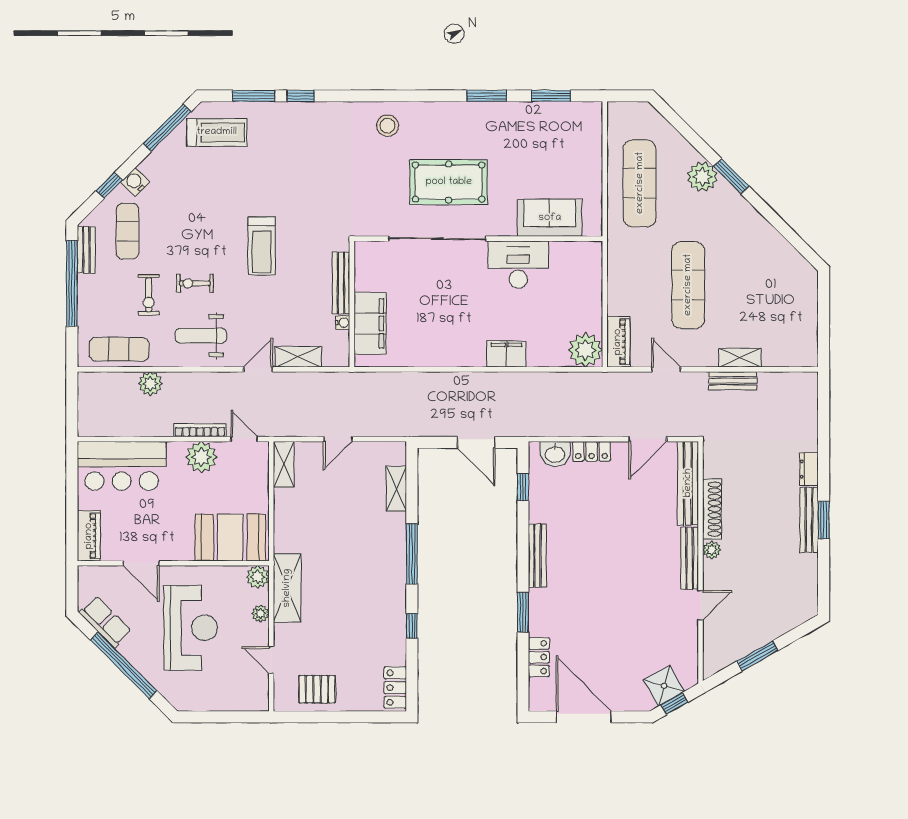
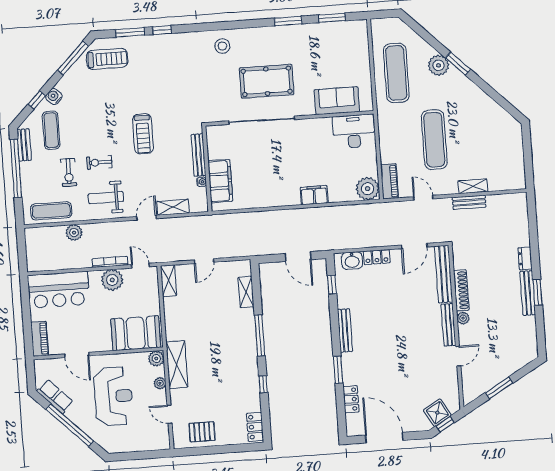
desk: (518, 265) -> (354, 131), moved

